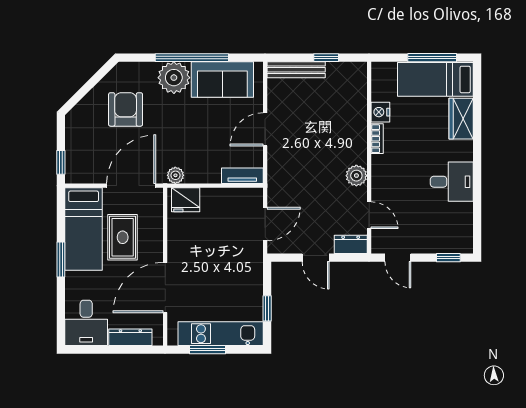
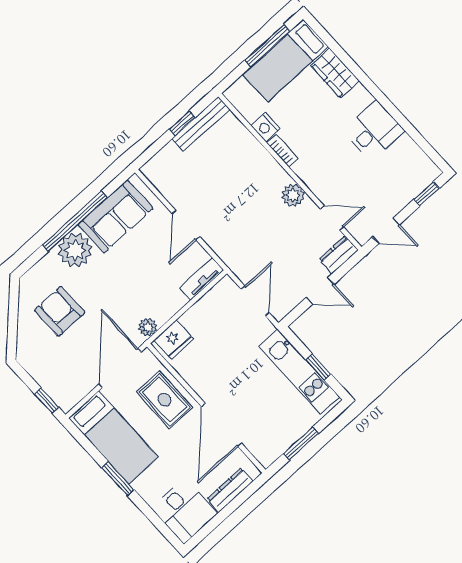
bench: (296, 70) -> (201, 124), moved
rug: (123, 237) -> (165, 400), moved
kitchen unit: (221, 334) -> (299, 372), moved, turned -90

